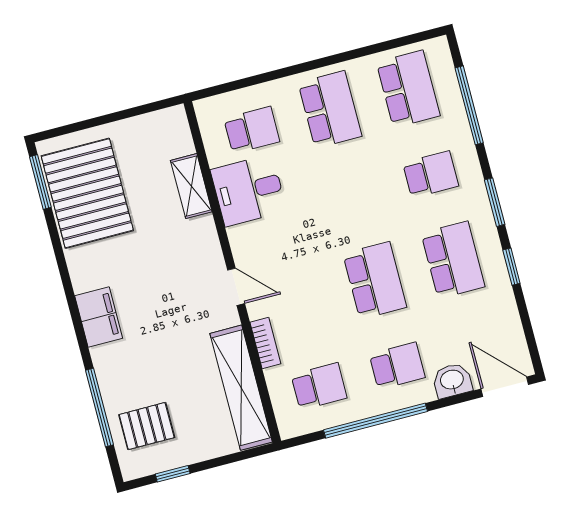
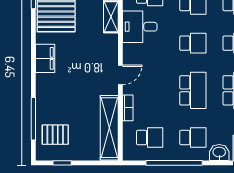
school desk: (352, 195) -> (193, 43), added
door: (236, 287) -> (120, 75), hinge flipped
filing cabinet: (99, 317) -> (45, 58), moved

